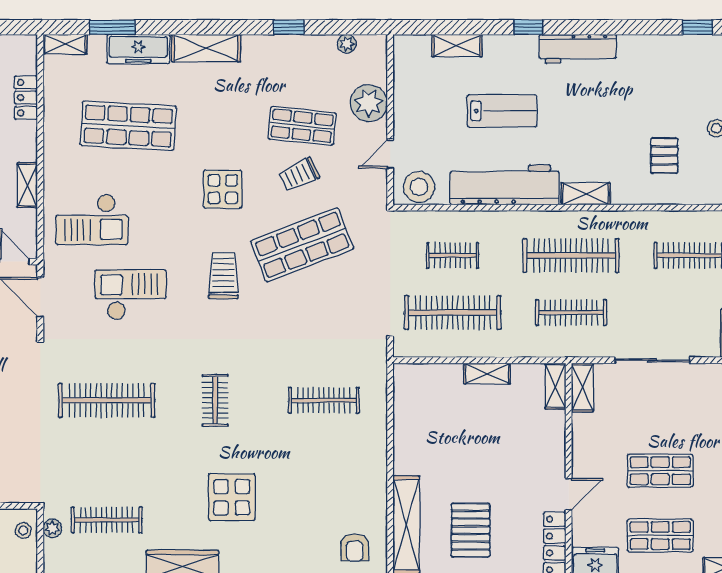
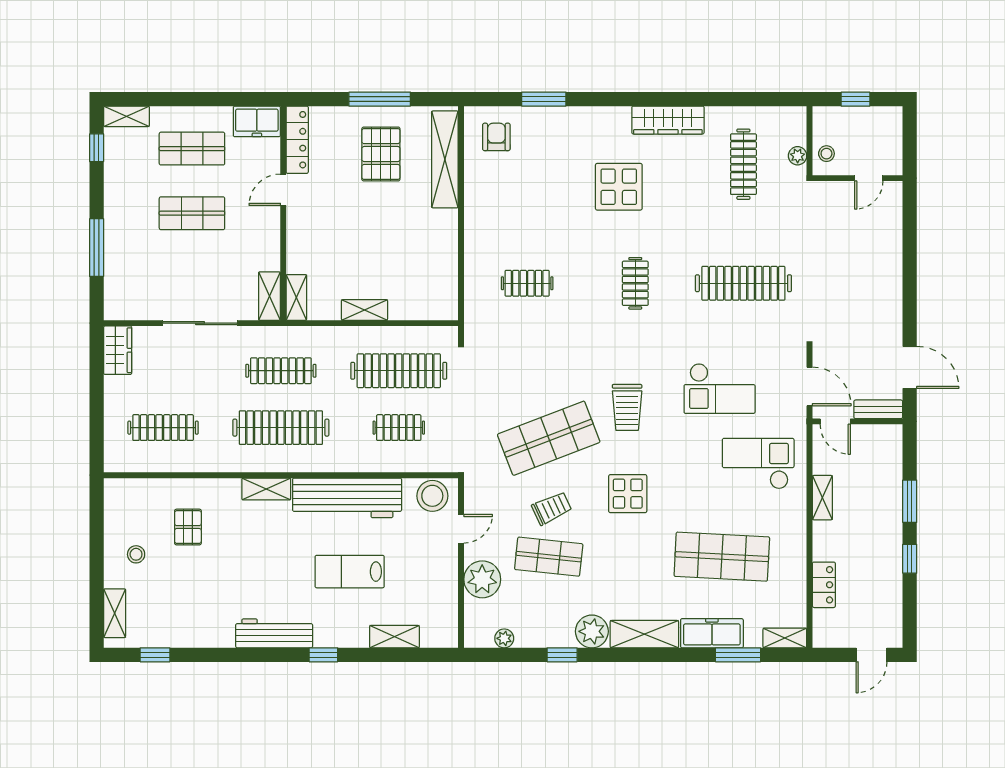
plant: (259, 51) -> (592, 631), added
clothes rail: (324, 400) -> (527, 283), width x0.73
clothes rail: (107, 520) -> (743, 164), turned 90

